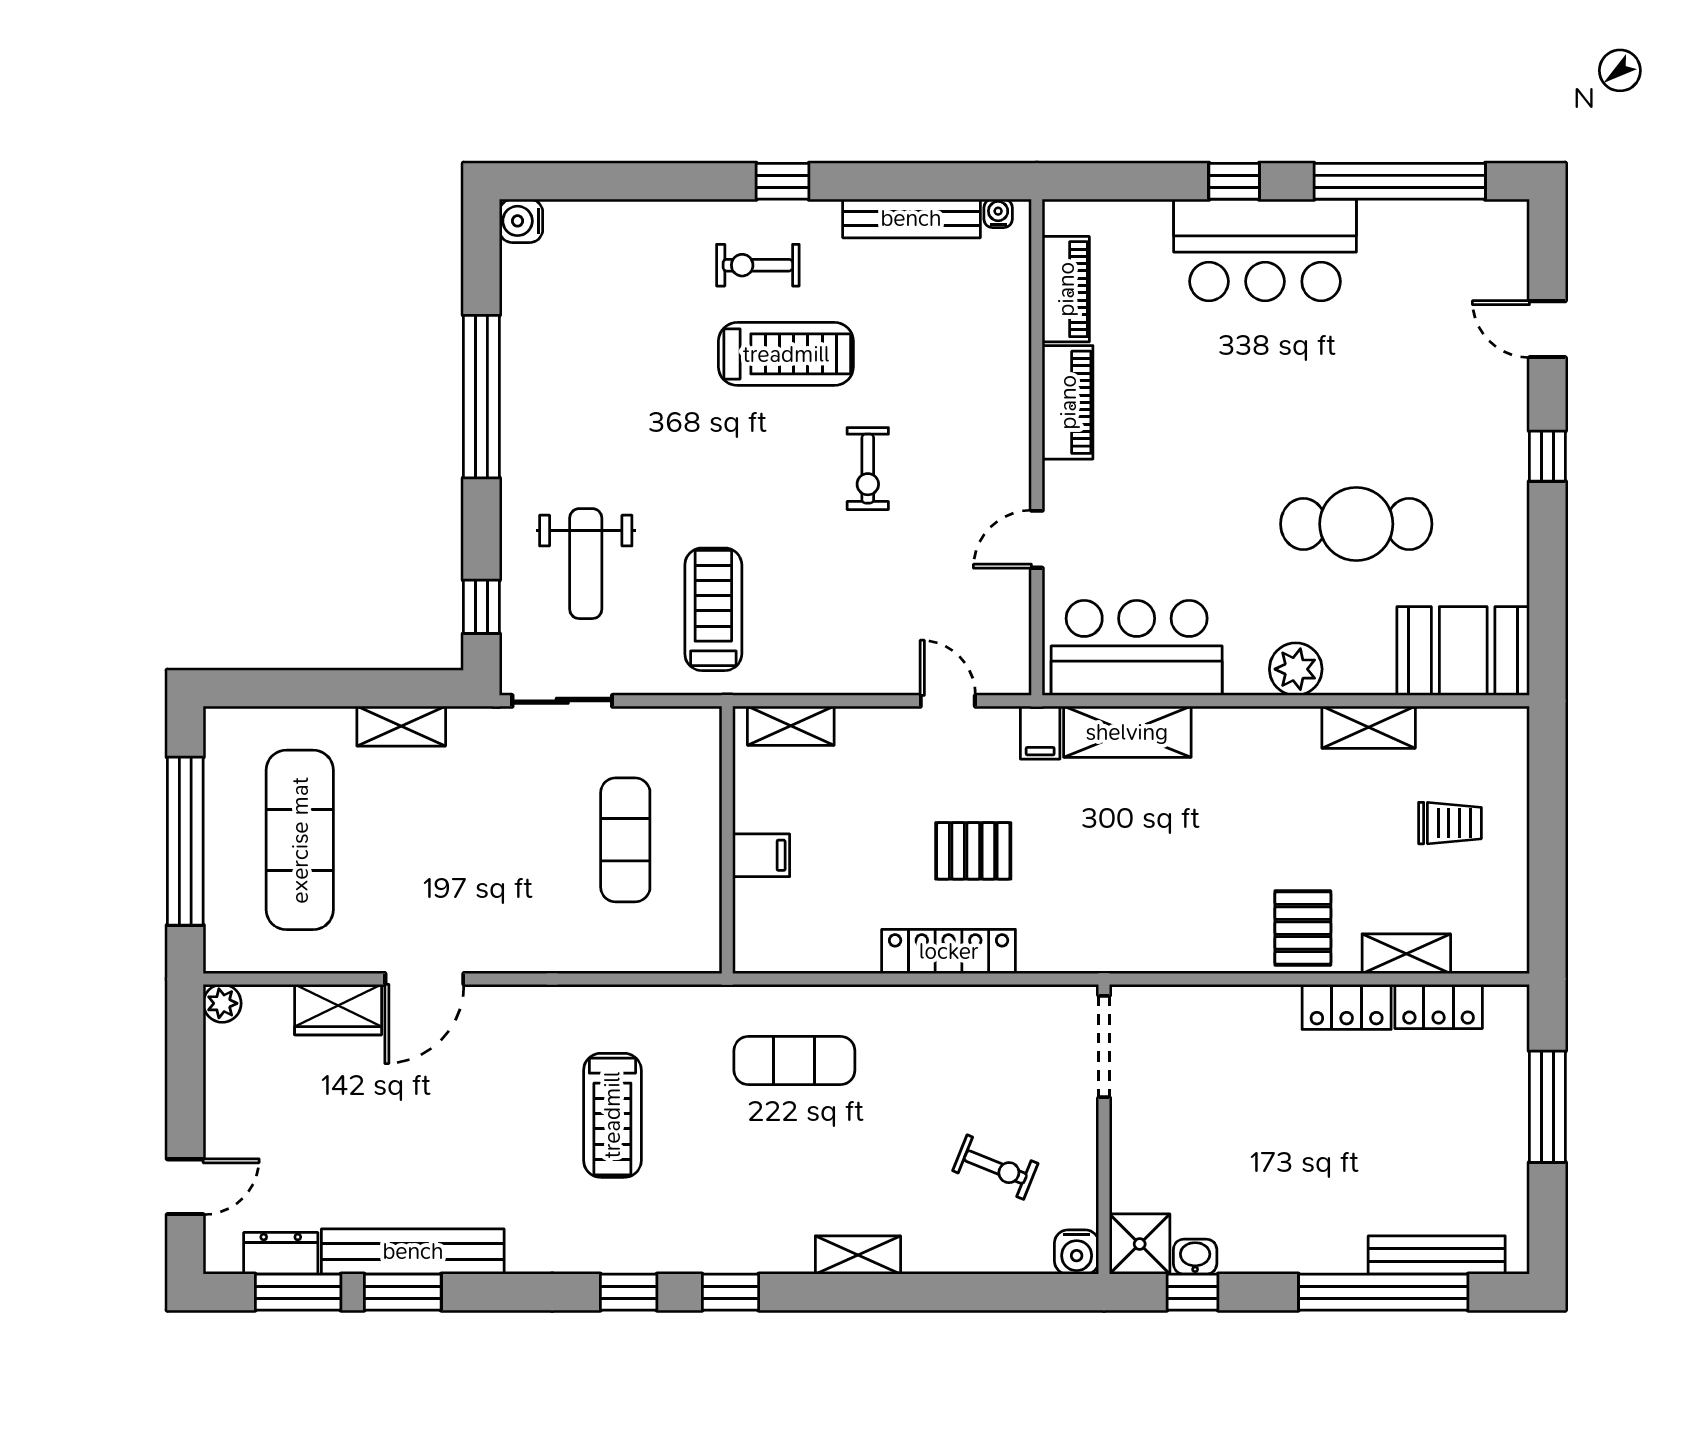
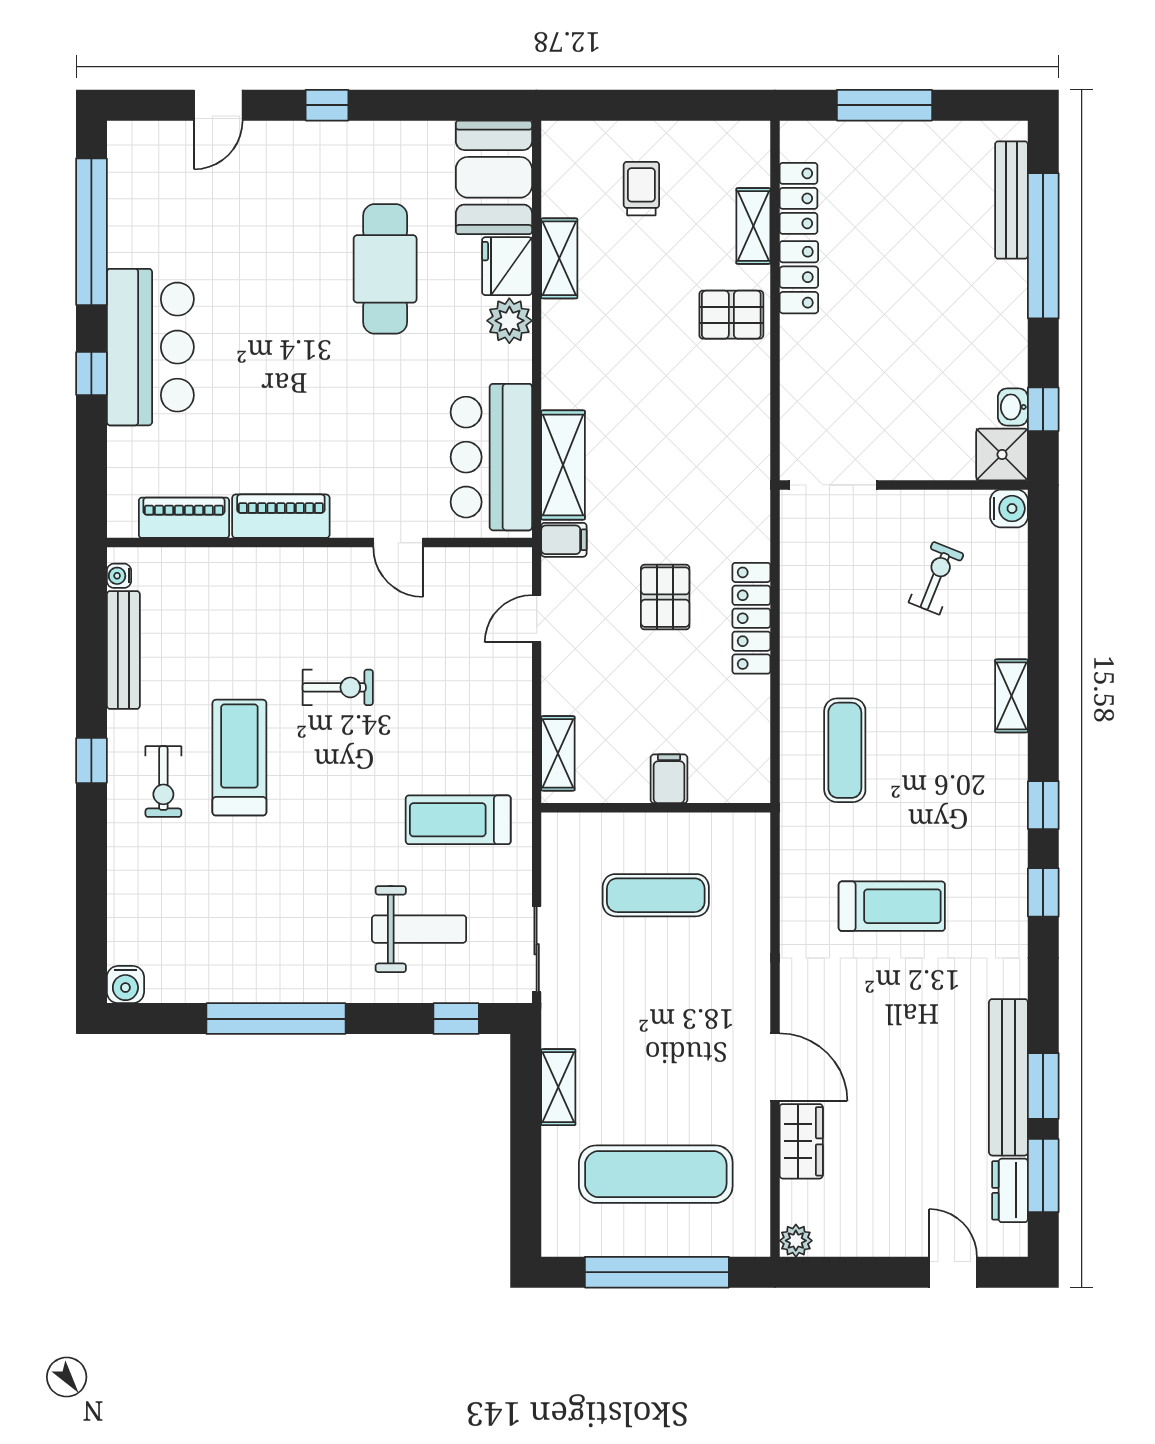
fridge: (1359, 666) -> (507, 266), added

